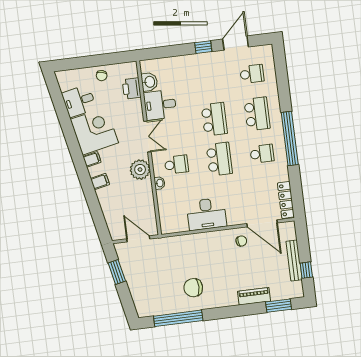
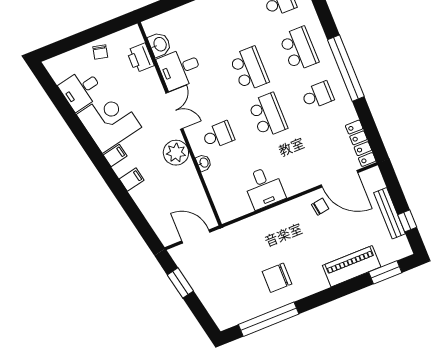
desk: (207, 214) -> (264, 187), width x0.73
piano: (254, 296) -> (352, 266), width x1.37, depth x1.33

